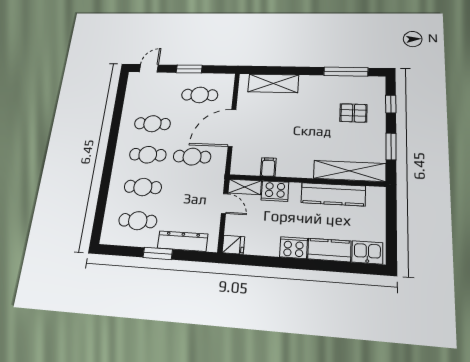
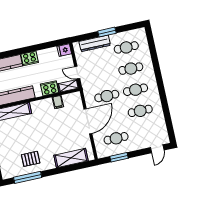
window: (189, 69) -> (119, 157), moved
pallet: (353, 113) -> (31, 159), moved

